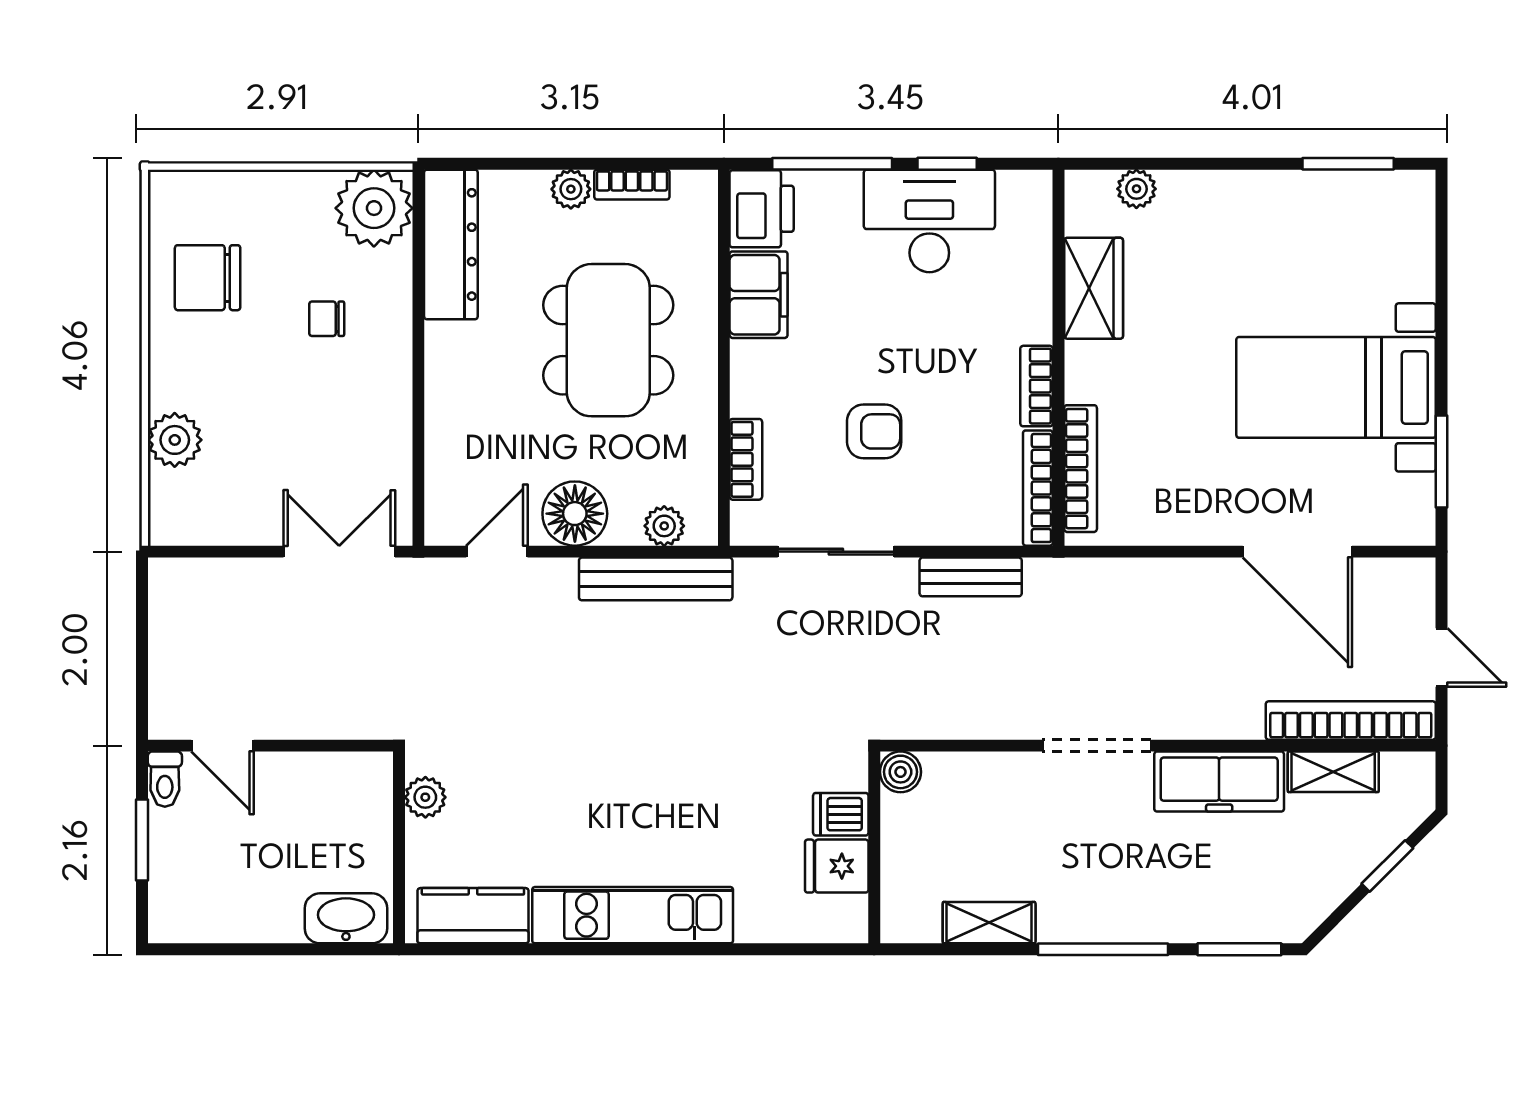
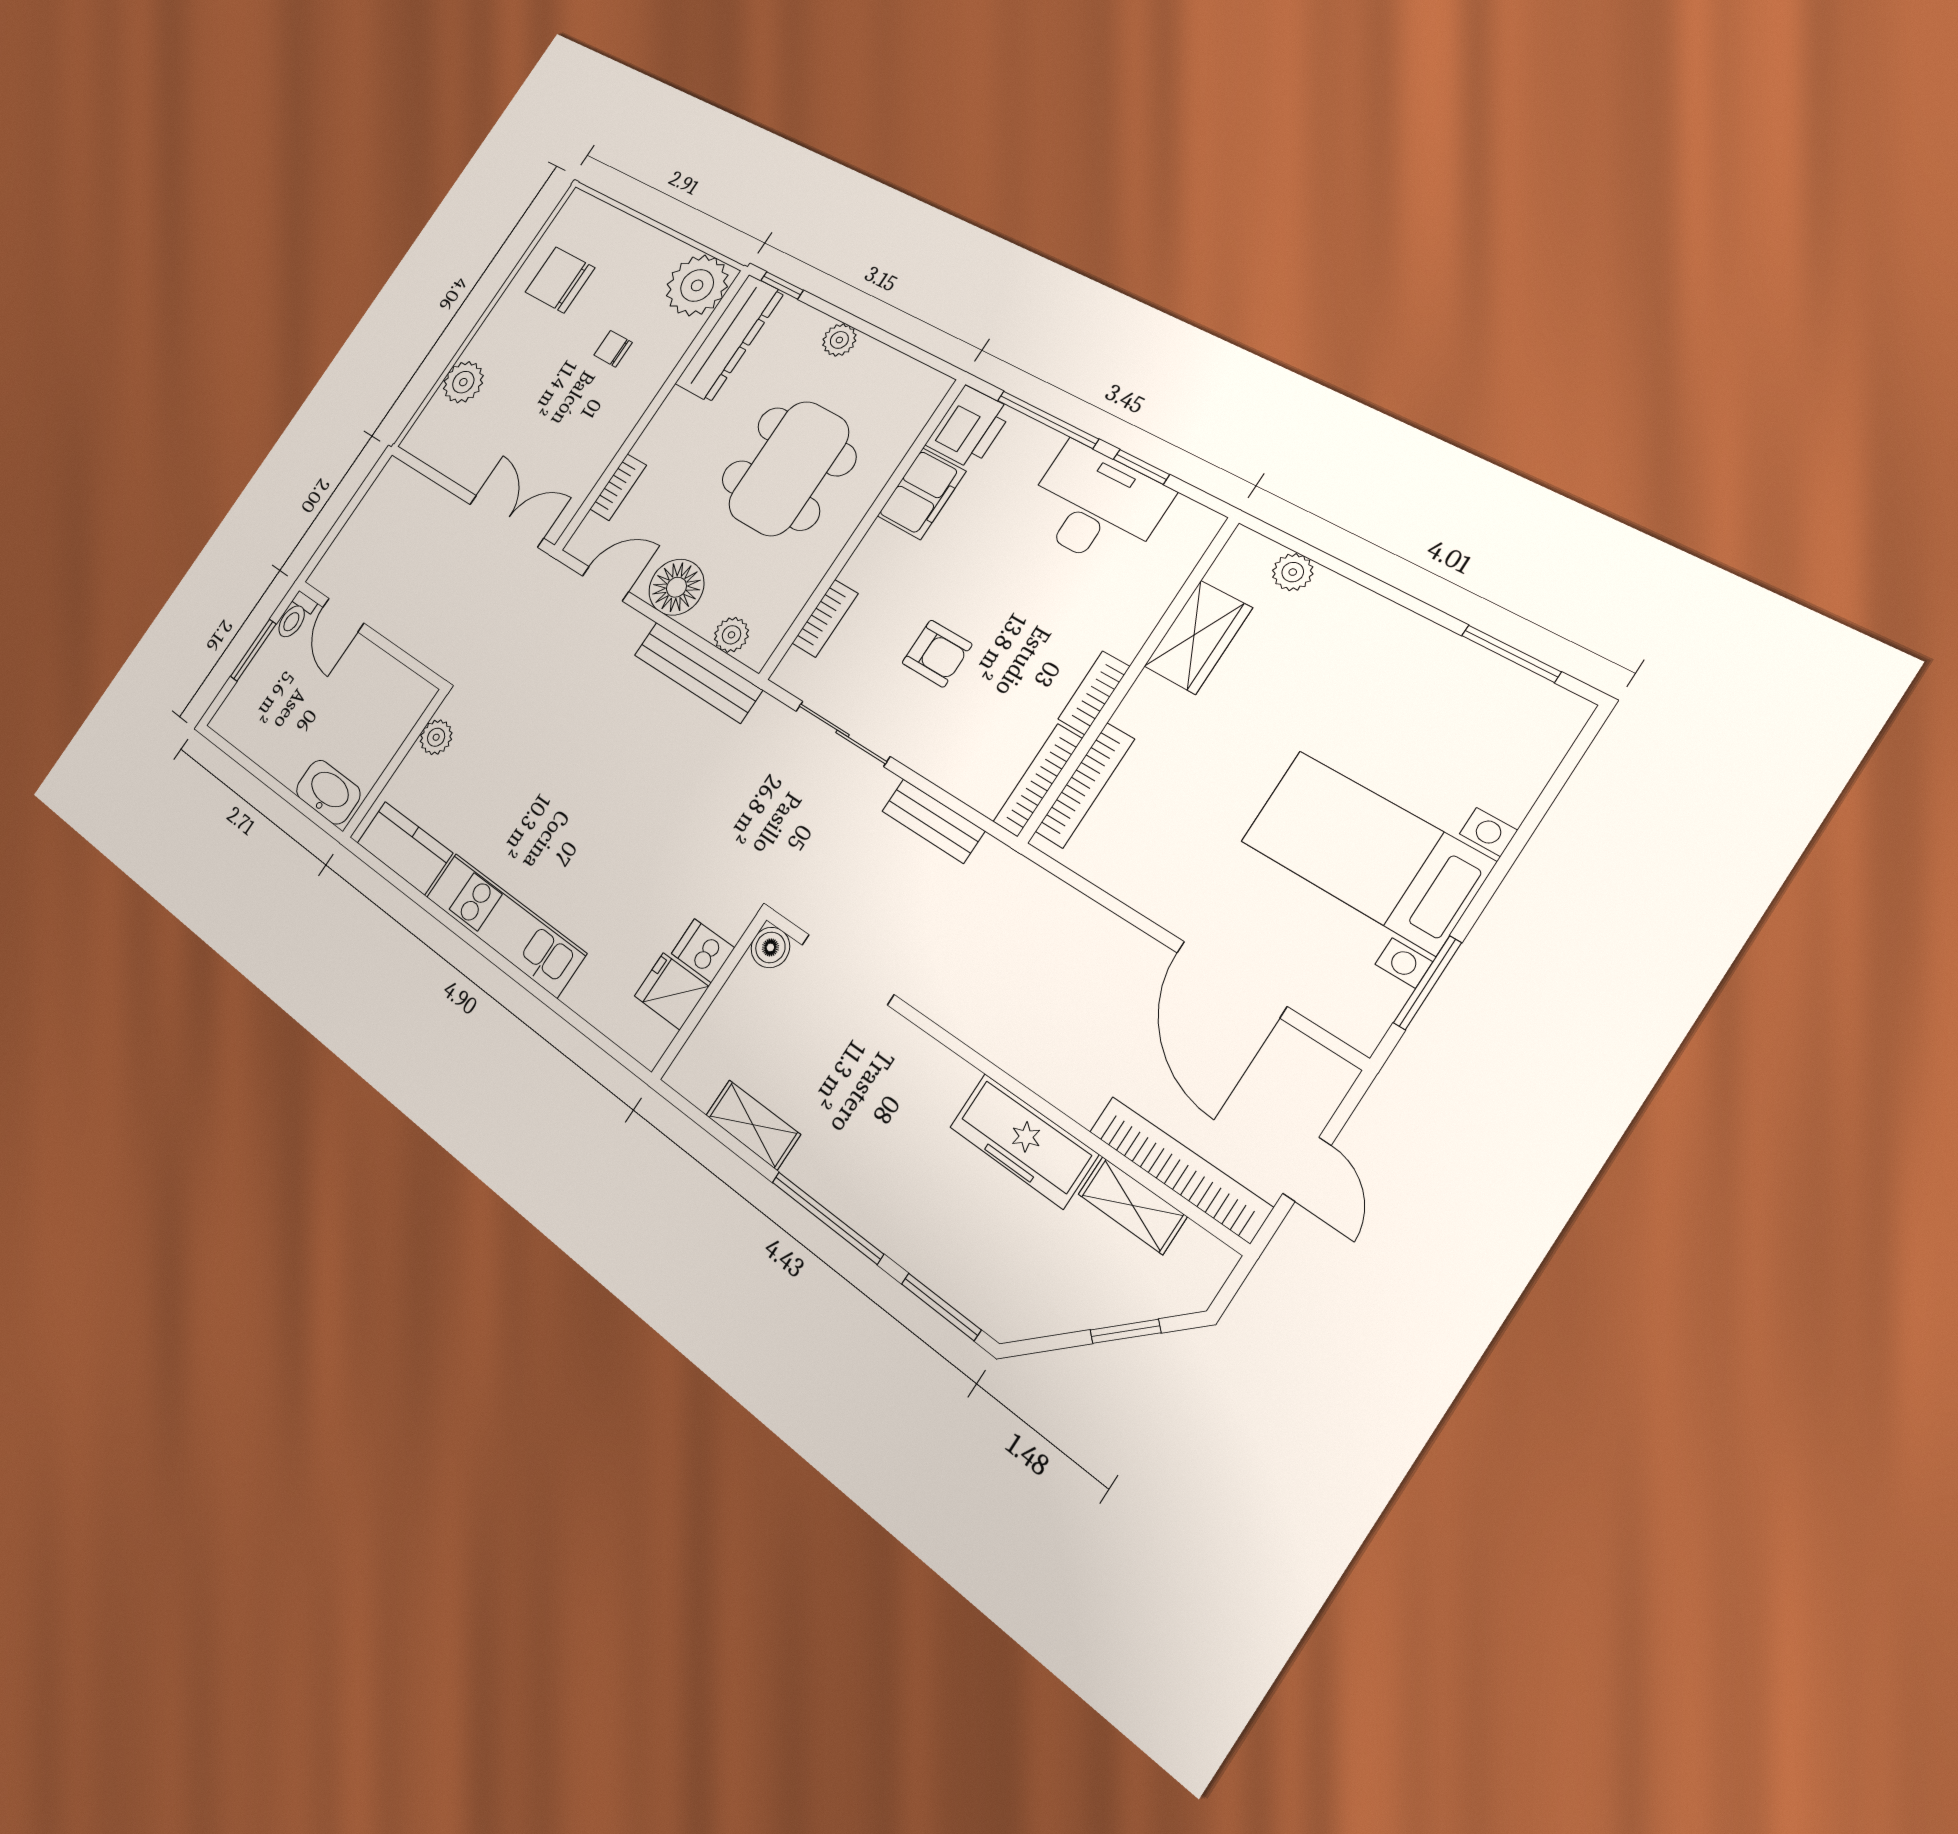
window: (469, 164) -> (782, 285), added
bookcase: (632, 185) -> (618, 487), moved, turned -90
doorway: (1097, 746) -> (848, 969), moved

